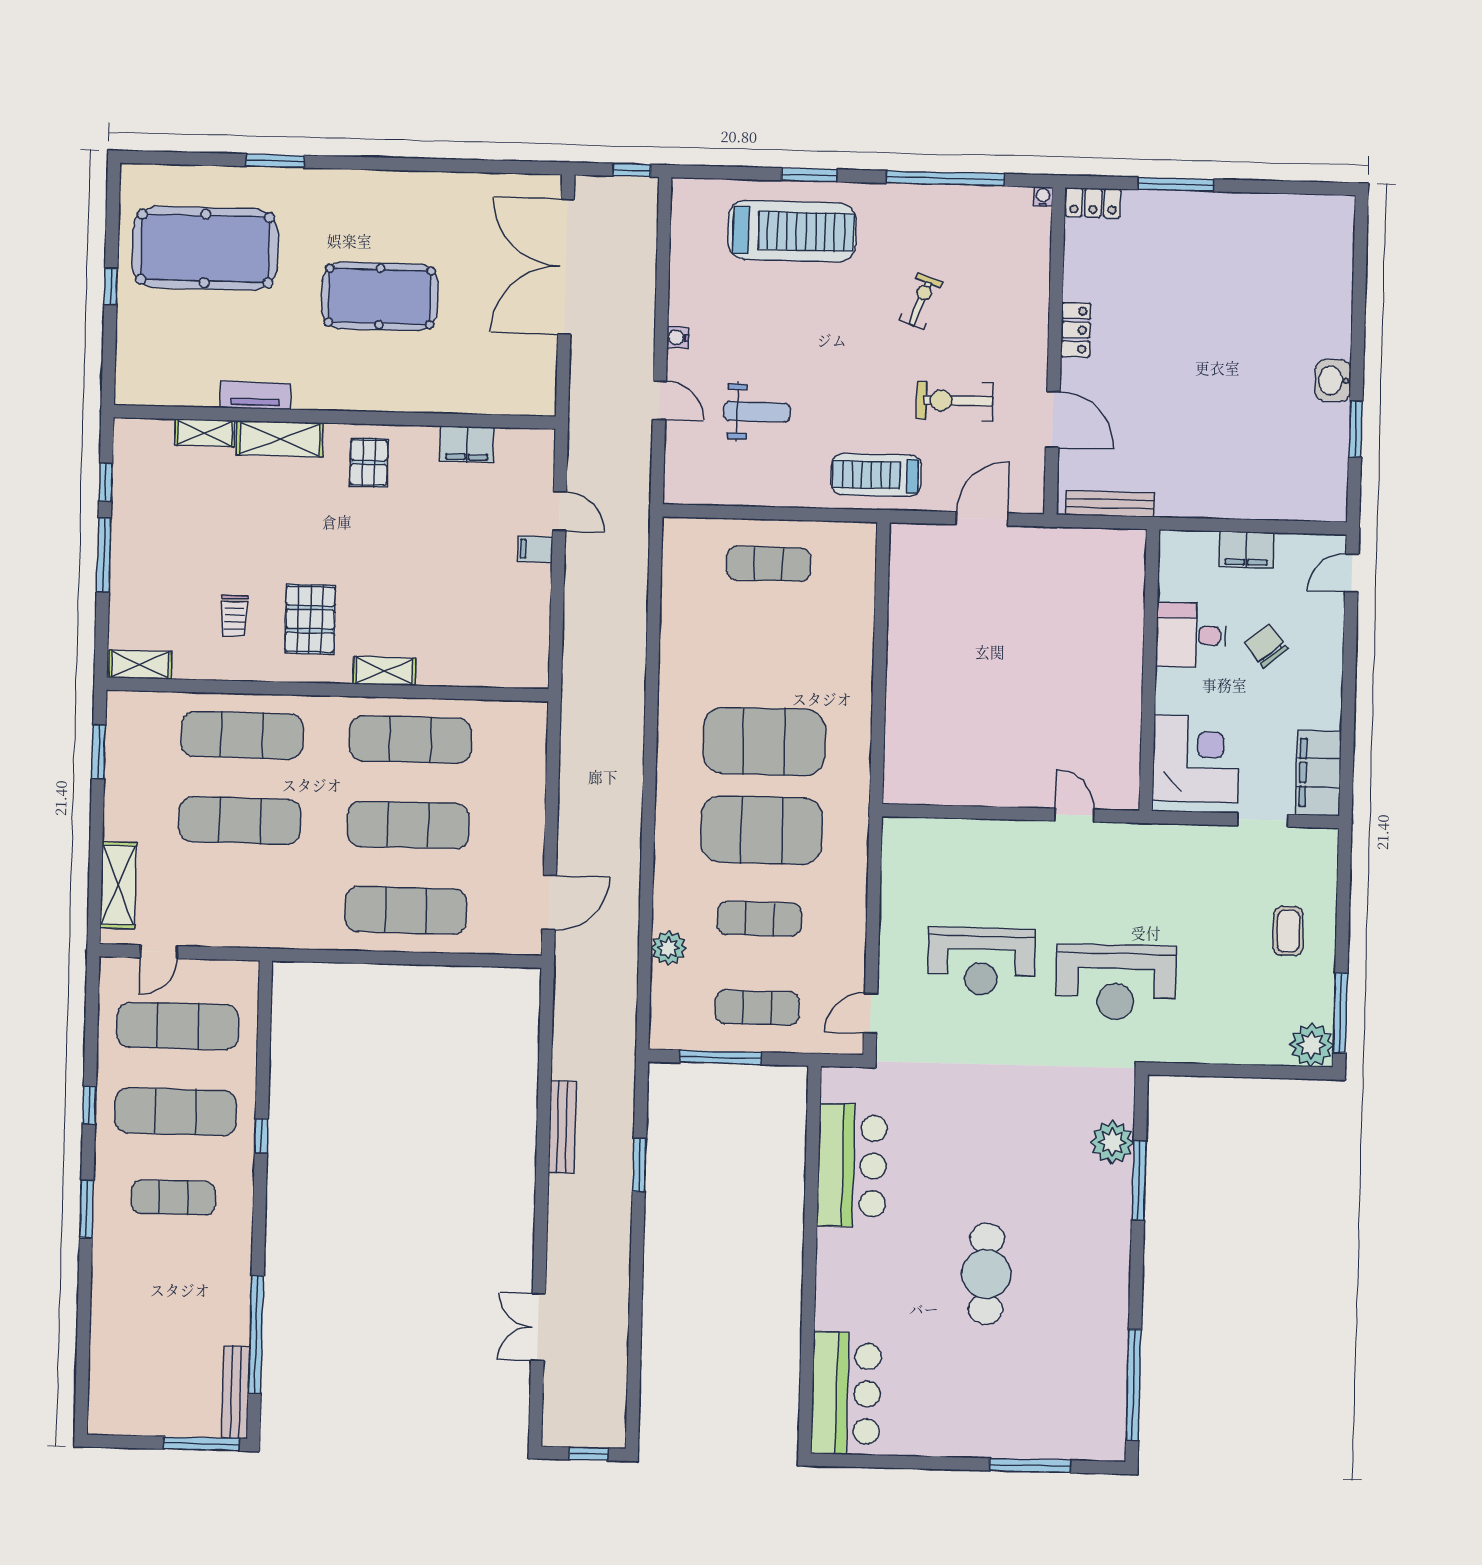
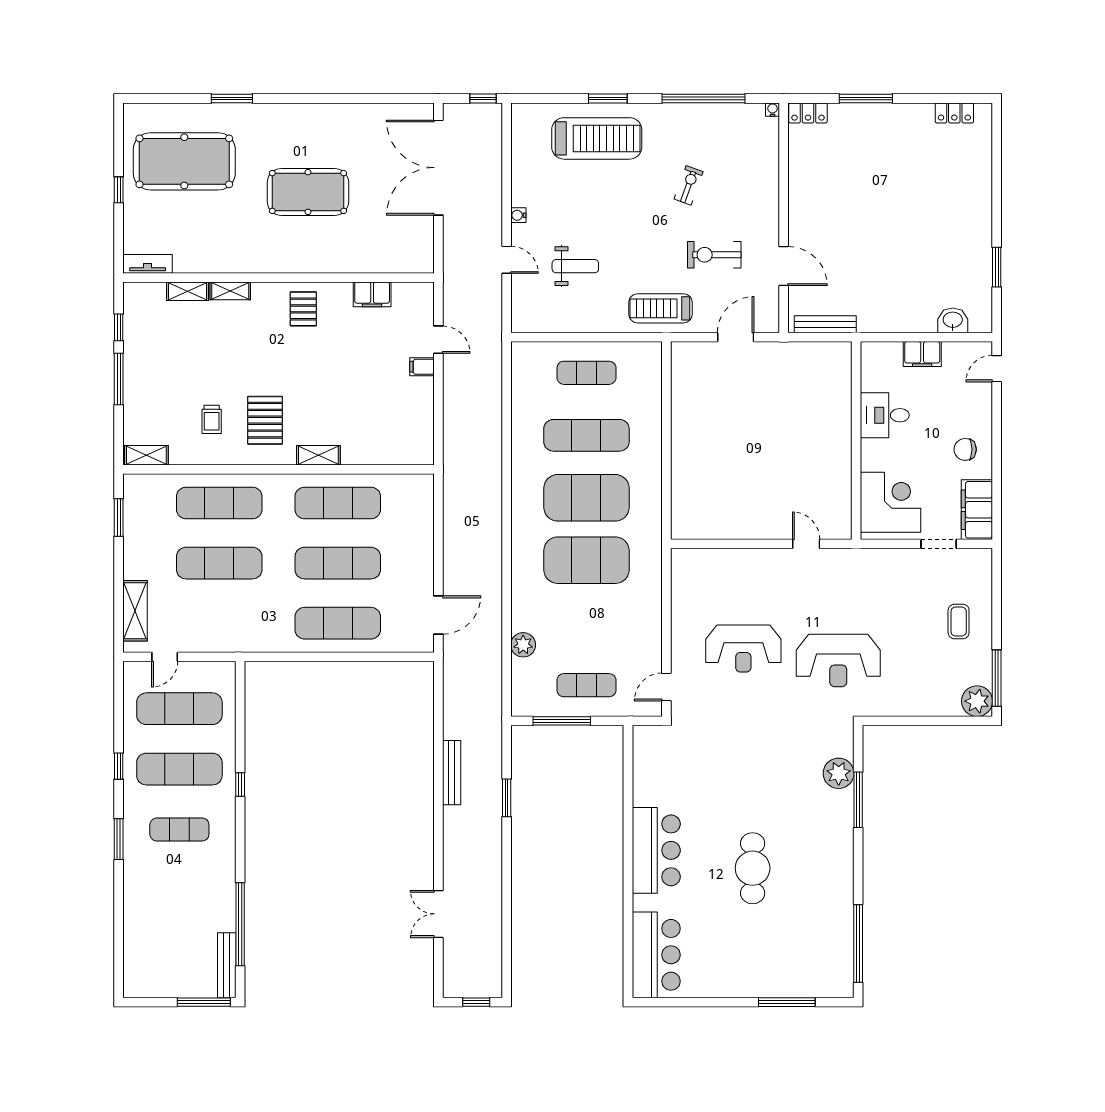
locker: (1076, 330) -> (954, 113), moved, turned 90
washbasin: (1333, 380) -> (953, 320), moved, turned 90
tv unit: (255, 395) -> (148, 264), moved
shelving: (280, 439) -> (230, 291), width x0.67, depth x0.75
chair: (1266, 646) -> (965, 449), moved, turned -51
exercise mat: (759, 919) -> (586, 435), moved, width x1.36, depth x1.45
bar counter: (852, 1166) -> (656, 850), moved

